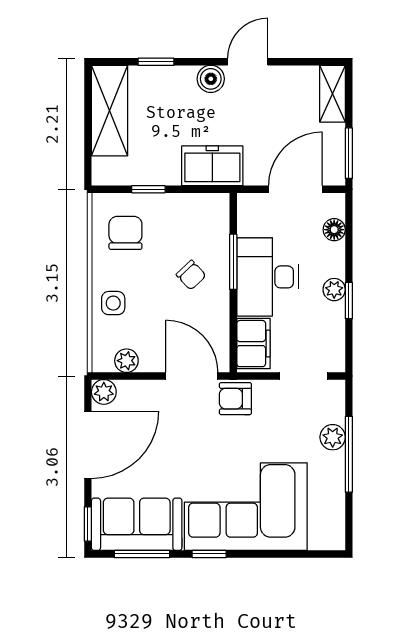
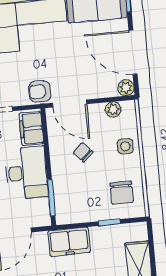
window: (233, 262) -> (51, 198), moved
chair: (191, 275) -> (83, 152), moved
armchair: (235, 399) -> (40, 91), turned 180
door: (88, 445) -> (133, 52), hinge flipped

